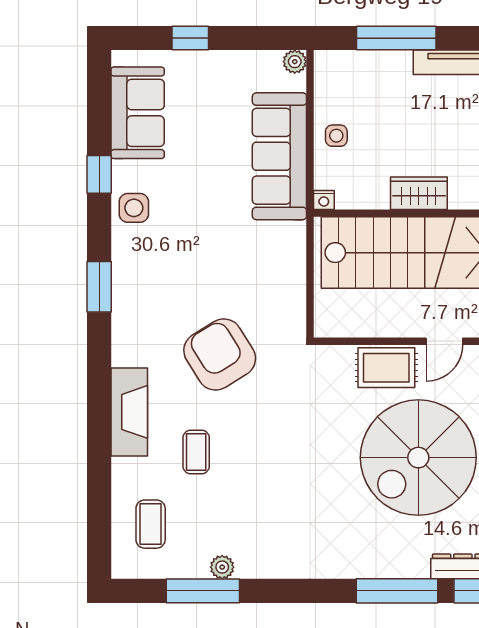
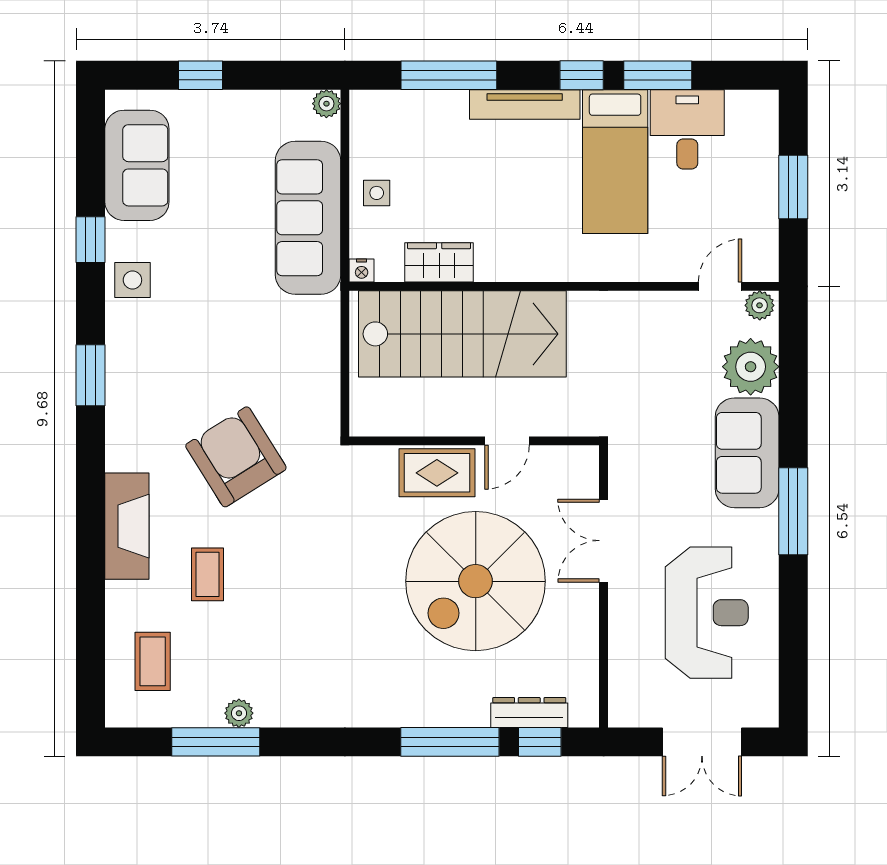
wardrobe: (419, 193) -> (439, 262), moved

